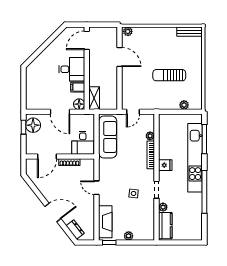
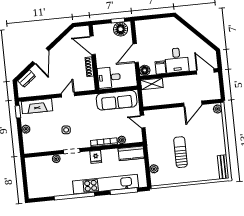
kitchen counter: (165, 226) -> (131, 153), moved

